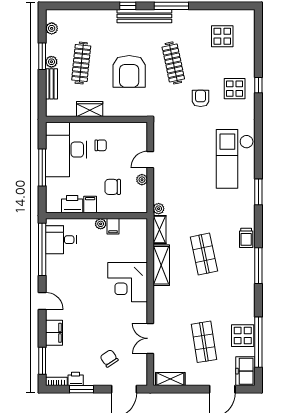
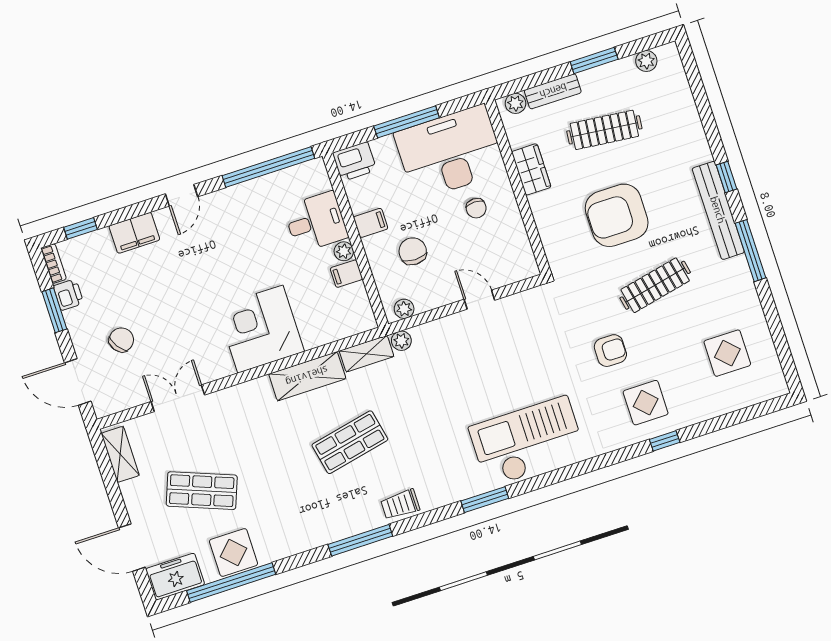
plant: (51, 62) -> (515, 103), moved
plant: (142, 180) -> (404, 309), moved
printer: (72, 204) -> (354, 161), moved, turned 90
desk: (61, 240) -> (316, 222), moved, turned 90
shop shelf: (204, 342) -> (202, 491), turned 30
window: (42, 361) -> (80, 228), width x0.67

